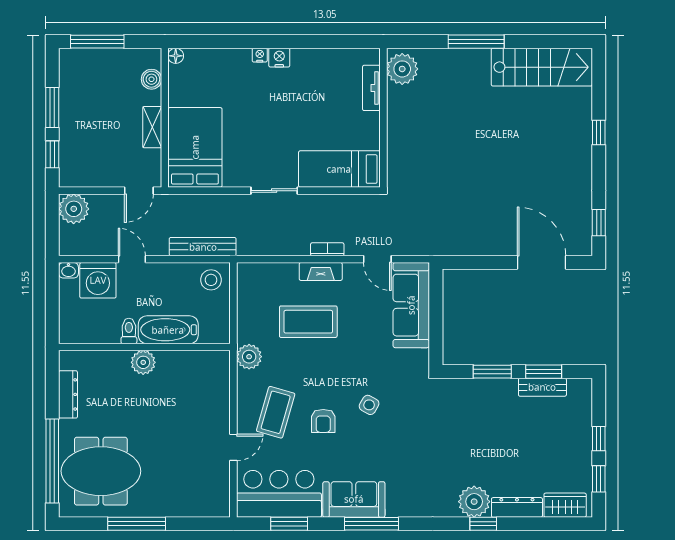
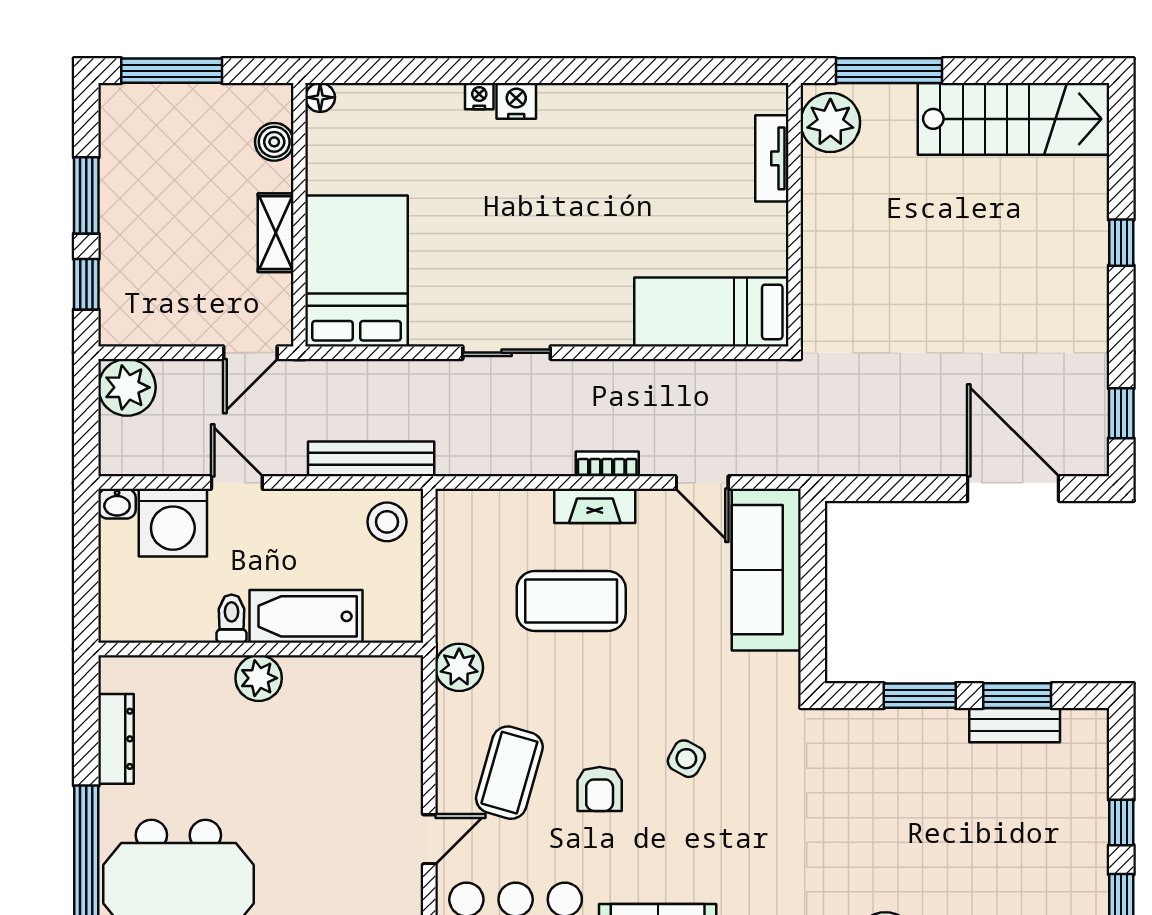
plant: (402, 69) -> (830, 122), moved
tv unit: (371, 88) -> (772, 158), moved
wall: (383, 118) -> (795, 215), moved
bed: (339, 169) -> (711, 312), moved

